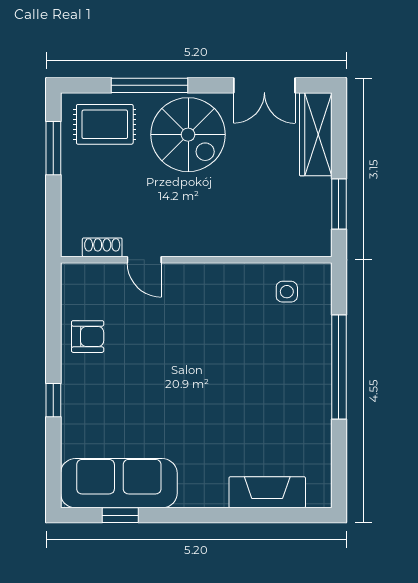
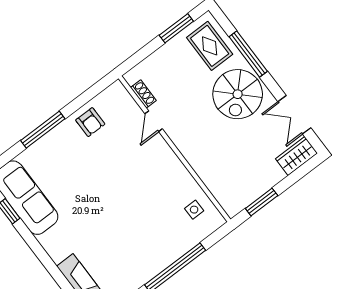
wardrobe: (316, 134) -> (296, 156), width x0.67
window: (53, 400) -> (43, 130), width x2.17

